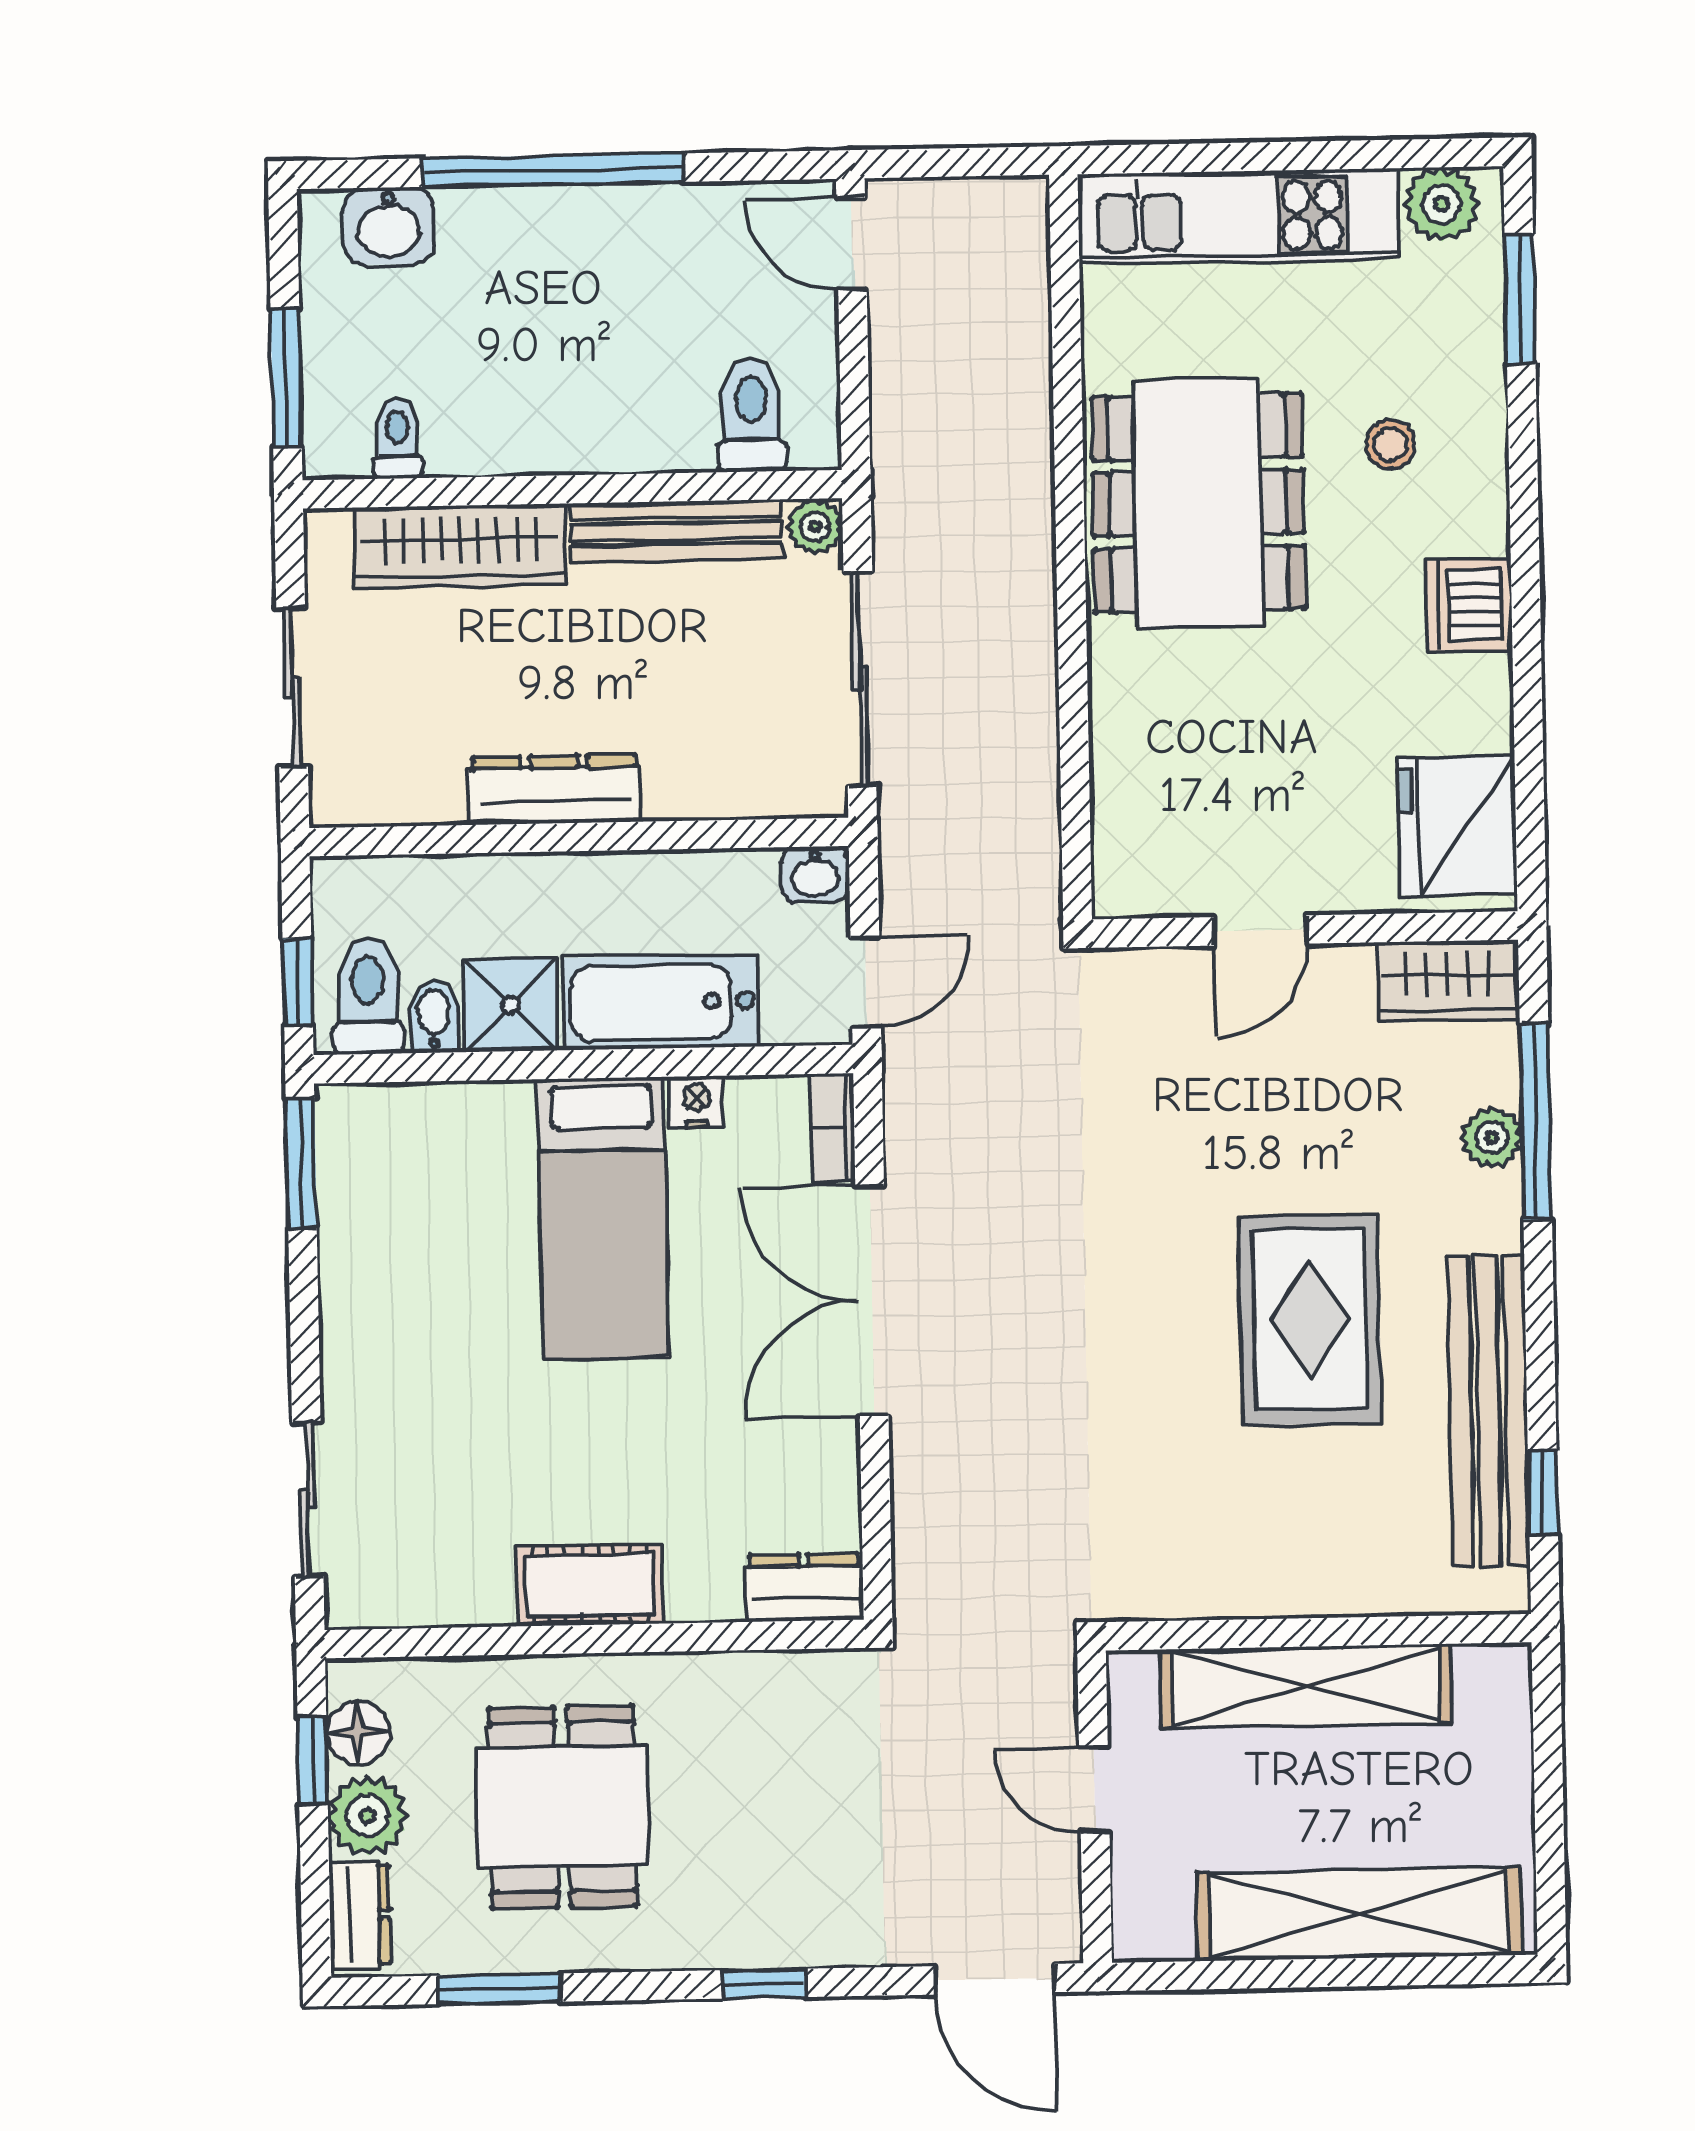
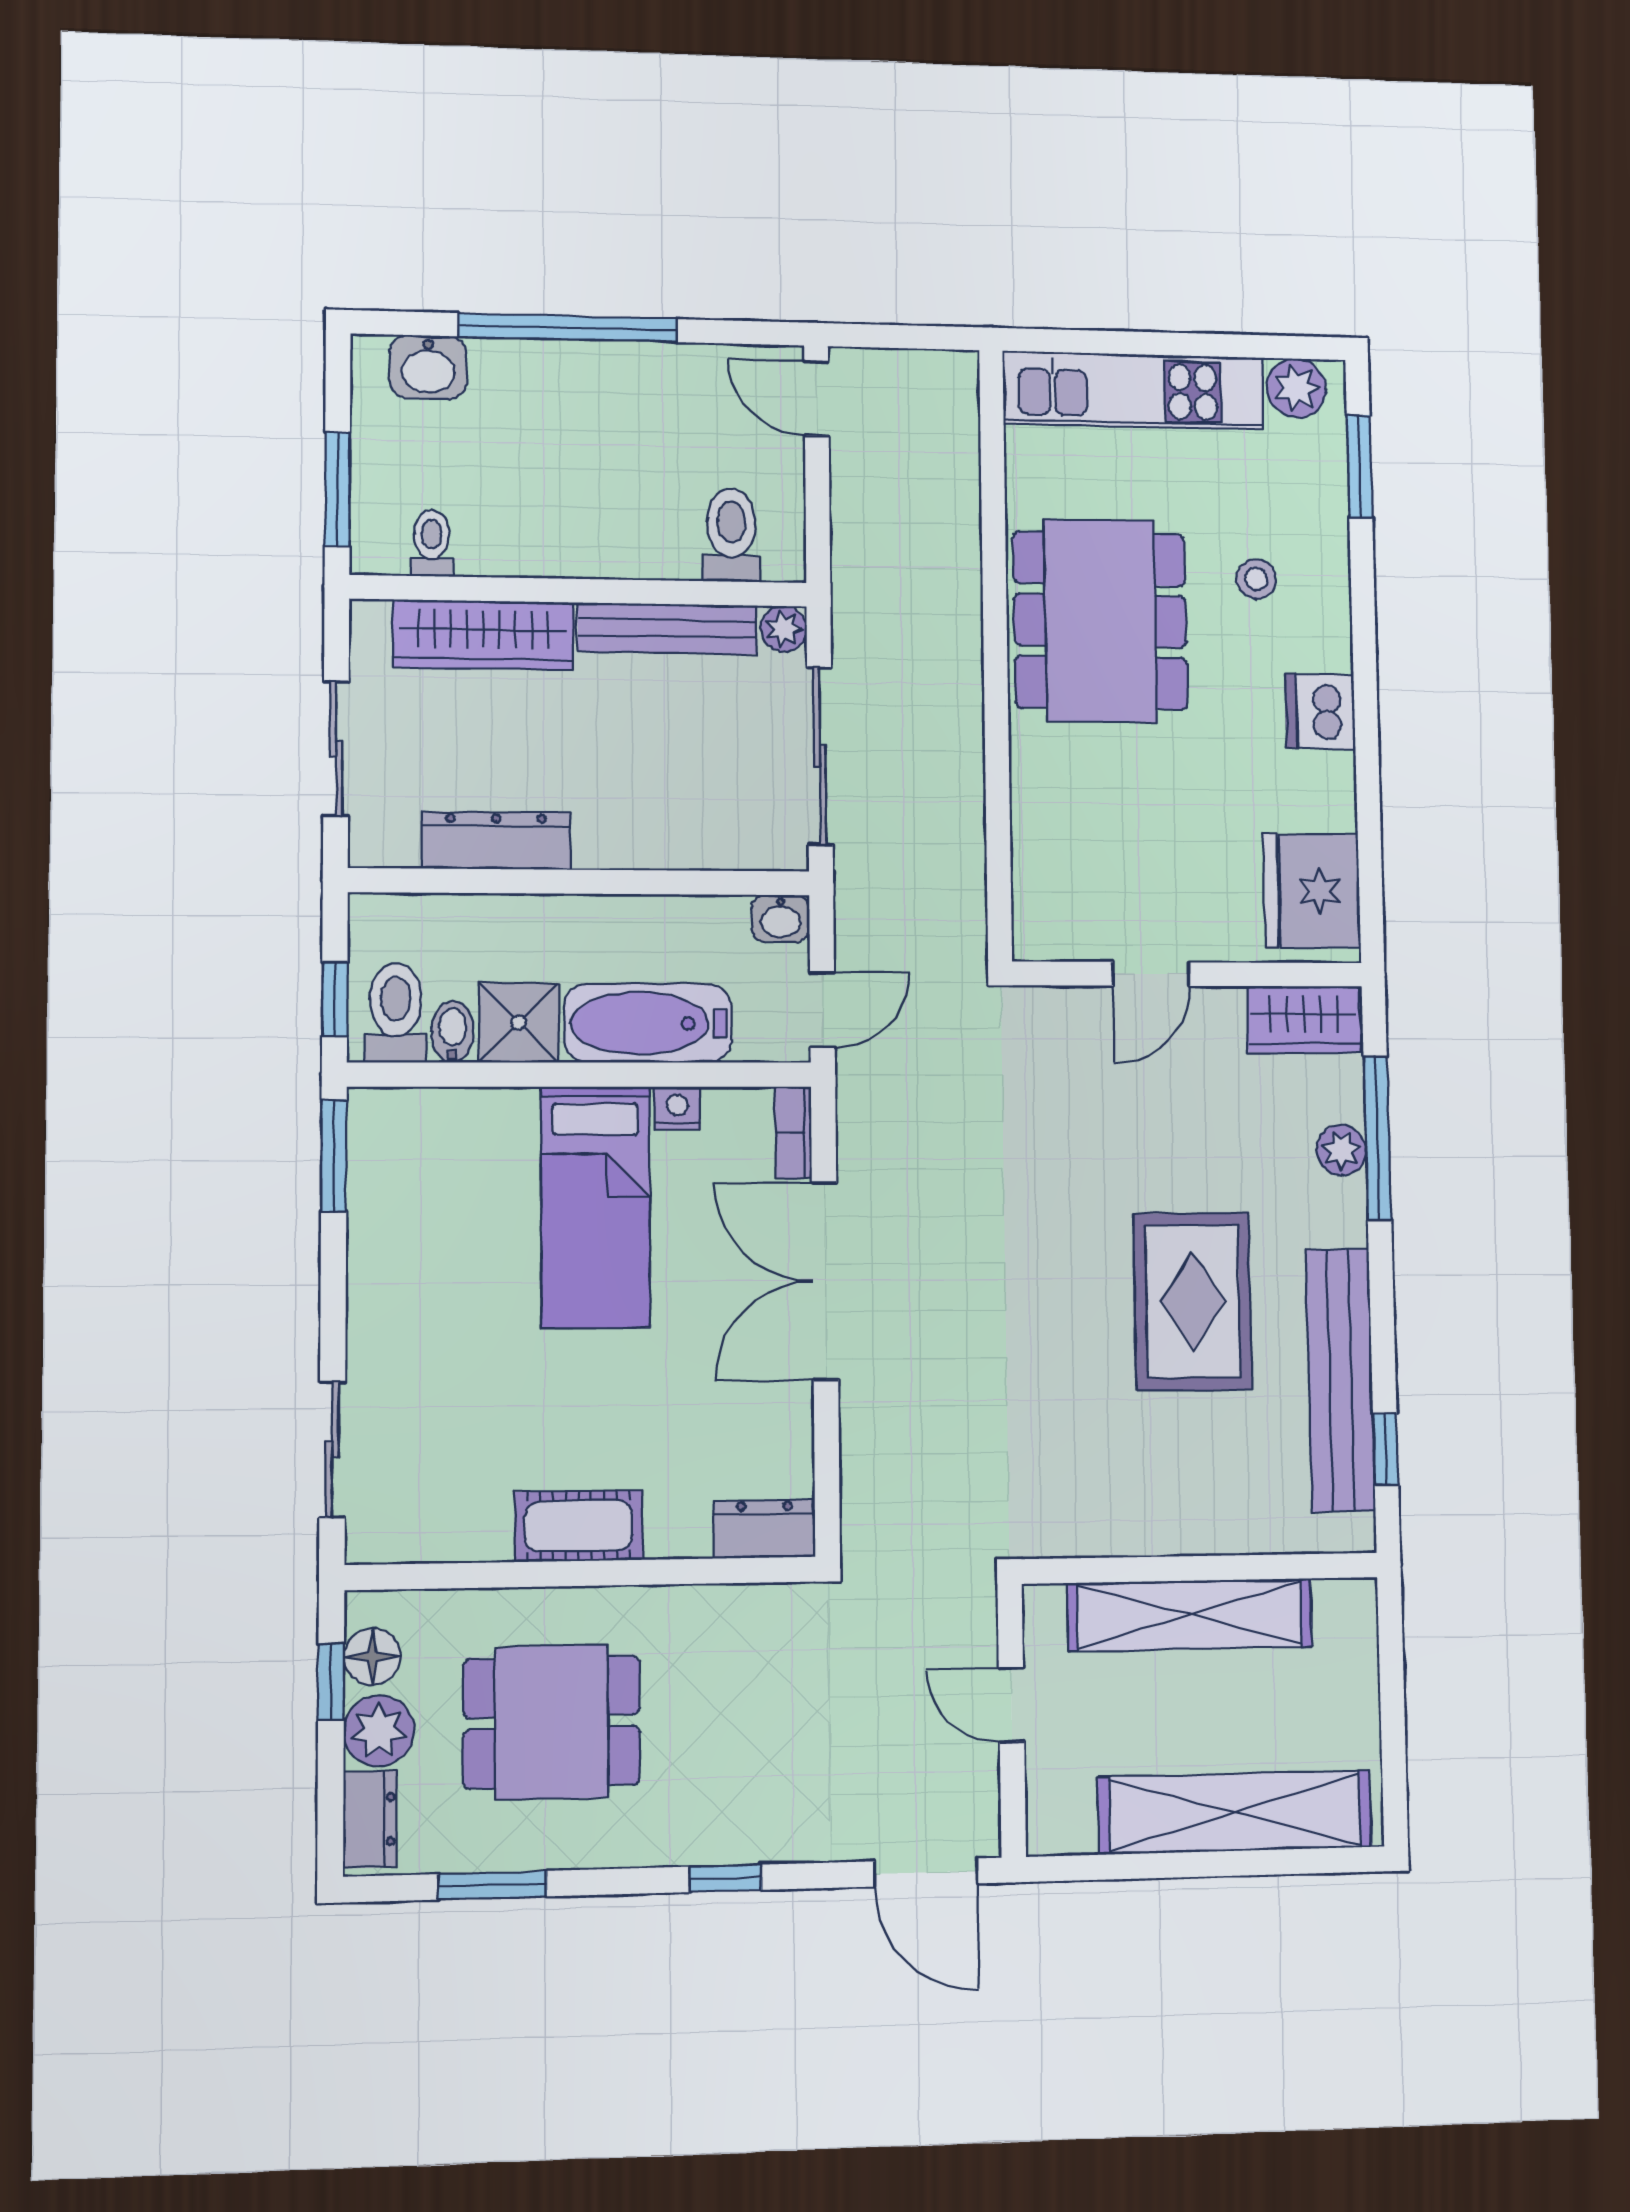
dresser: (554, 789) -> (496, 841), moved
dining table: (563, 1807) -> (552, 1722), turned 90

